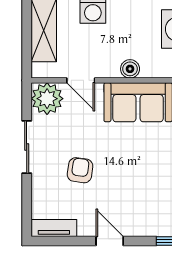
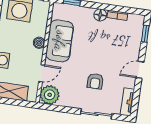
sliding door: (27, 147) -> (96, 114), moved
armchair: (80, 170) -> (95, 81), turned -98

